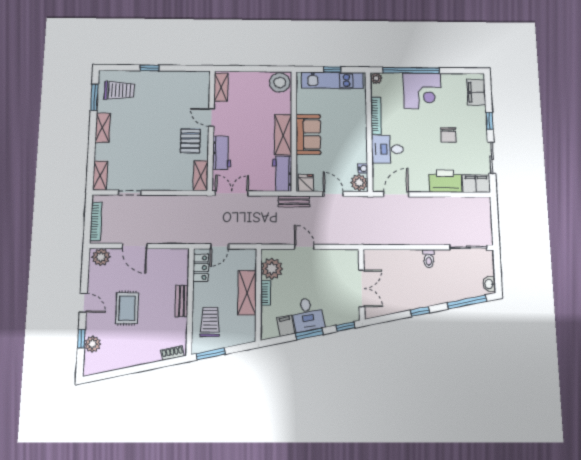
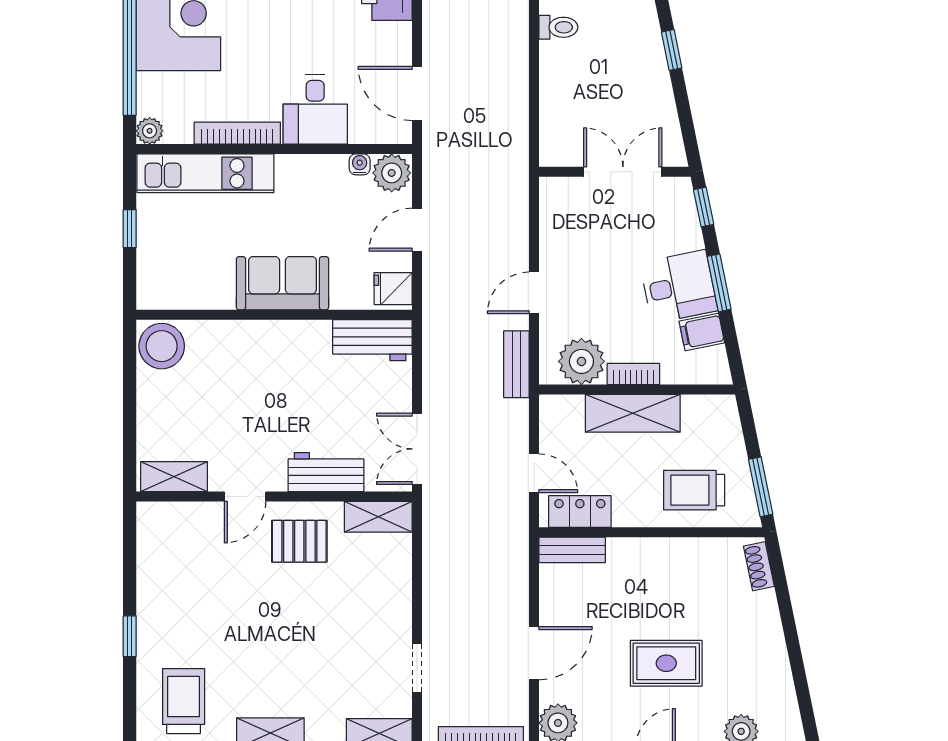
kitchen unit: (332, 80) -> (205, 173), moved, turned 90
shelving: (283, 135) -> (283, 338), removed
bench: (294, 202) -> (516, 364), moved
bench: (182, 301) -> (572, 550), moved

